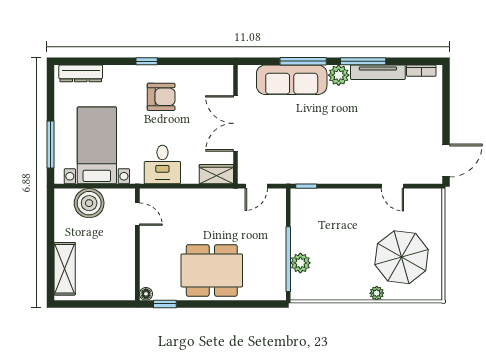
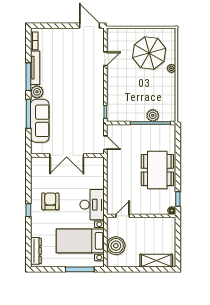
desk: (162, 165) -> (92, 205), width x1.37
wardrobe: (216, 174) -> (98, 167), removed

